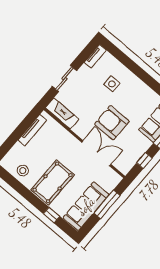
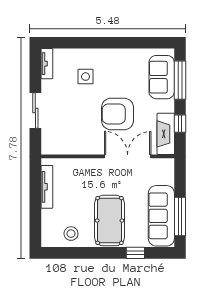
fireplace: (62, 113) -> (166, 134), moved, turned -90
window: (107, 204) -> (180, 216), moved

